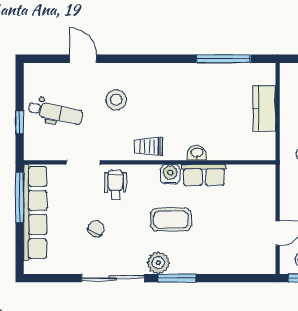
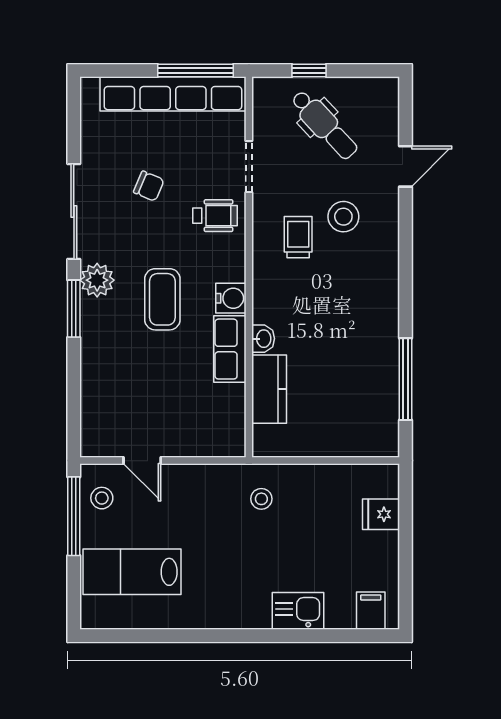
kitchen counter: (264, 108) -> (269, 389), moved, turned 90
dental chair: (55, 112) -> (324, 125), turned -55
trolley: (149, 146) -> (298, 237), moved

